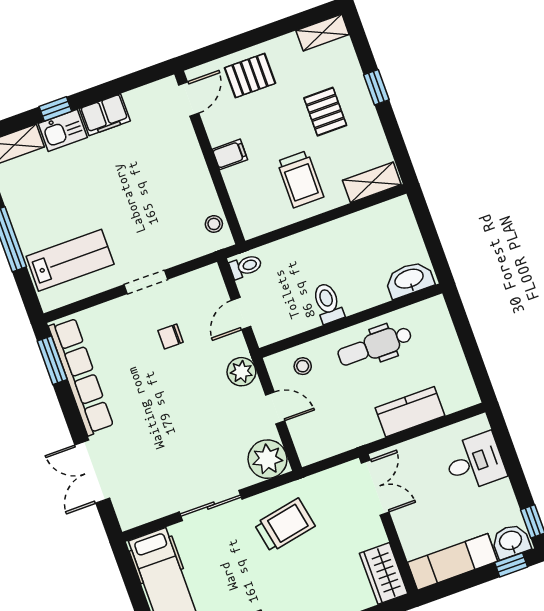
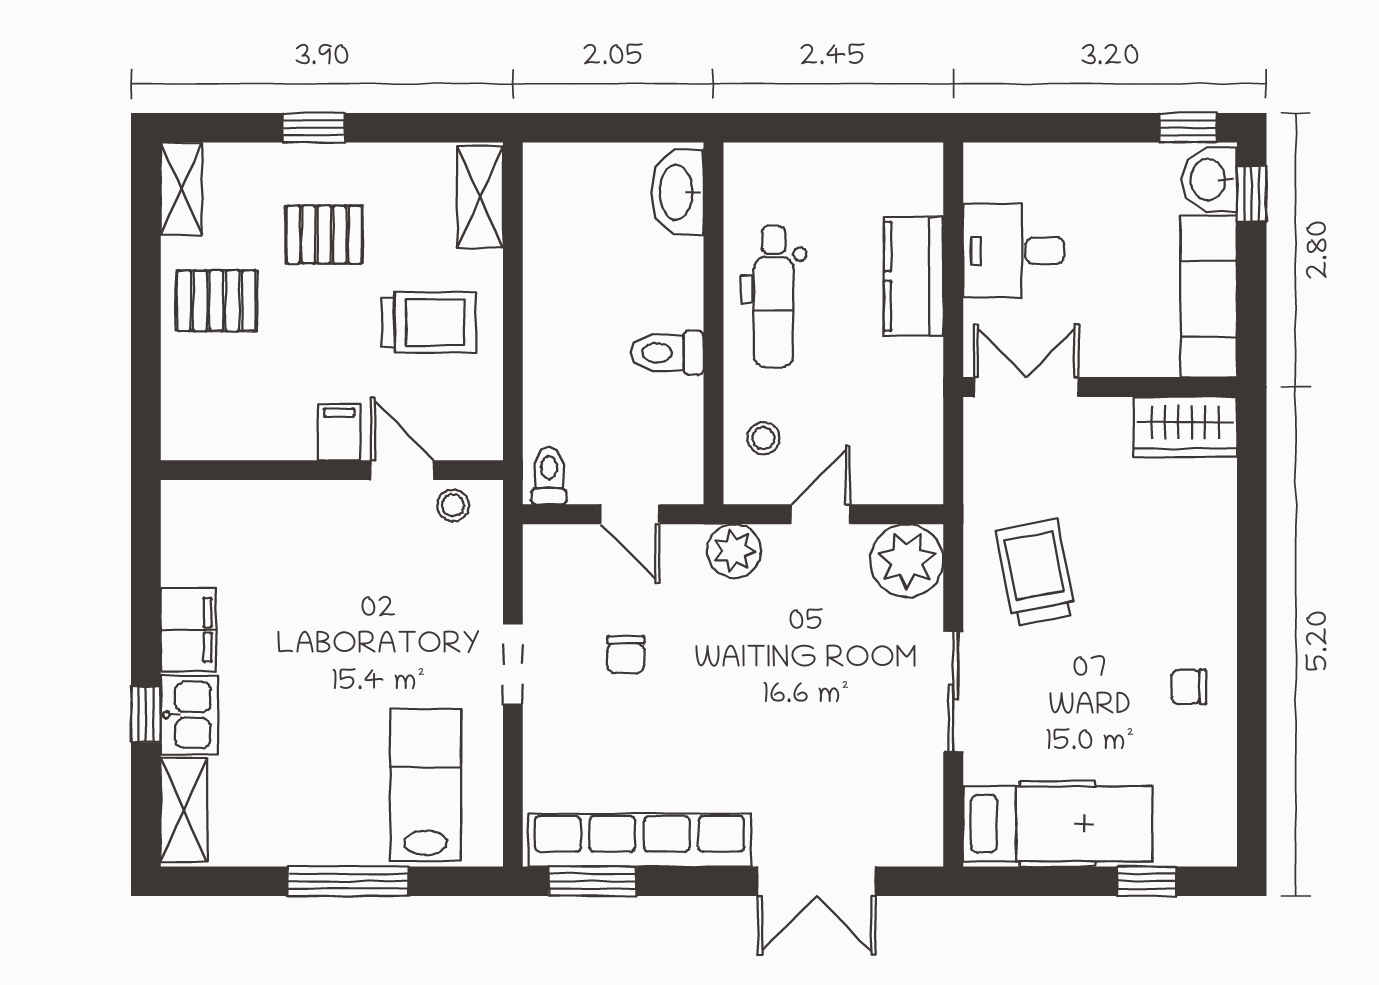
pallet: (250, 76) -> (216, 301), moved, turned 90
door: (189, 99) -> (402, 470), moved
desk: (475, 462) -> (1014, 251), moved, turned -90

